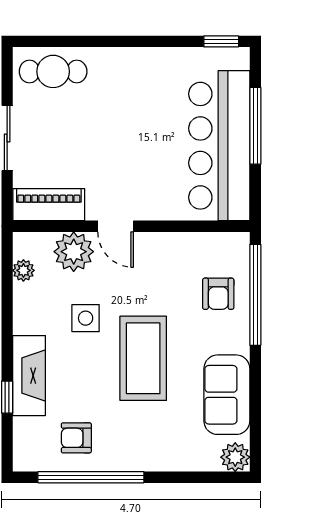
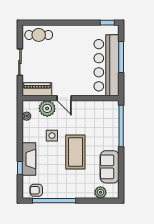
armchair: (218, 294) -> (106, 126), removed
armchair: (76, 438) -> (36, 190), moved
plant: (235, 457) -> (100, 192), moved

